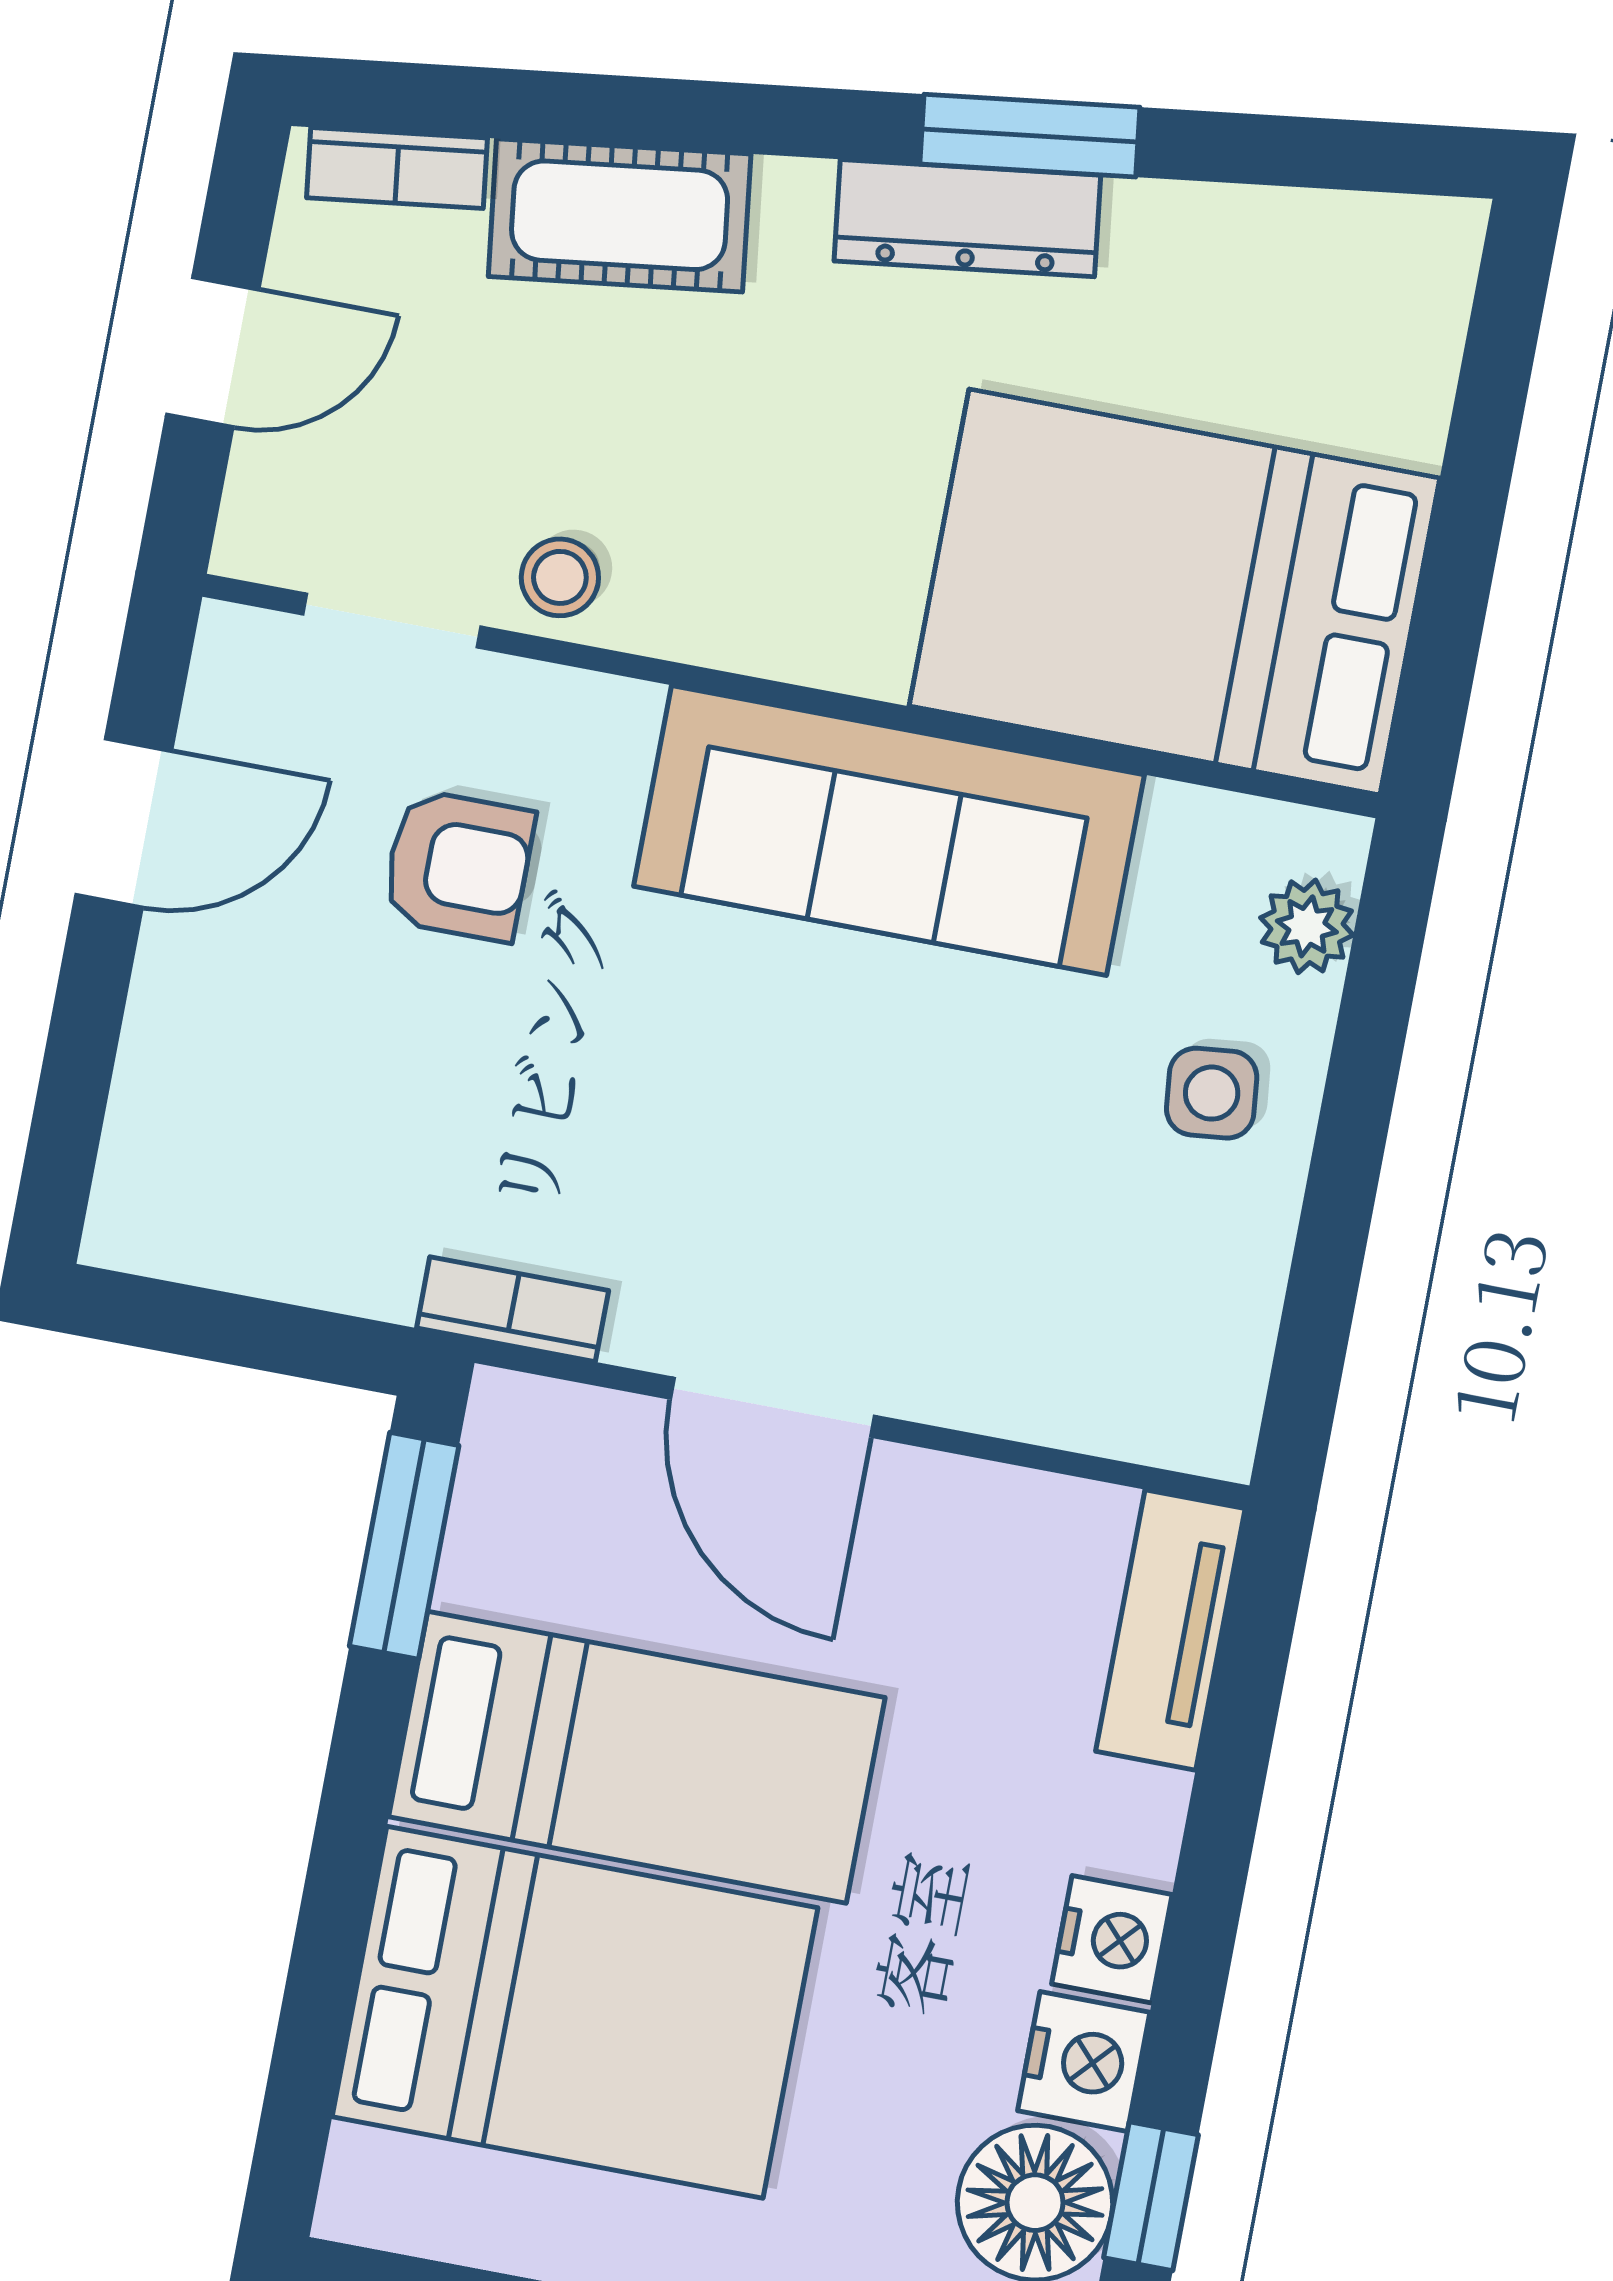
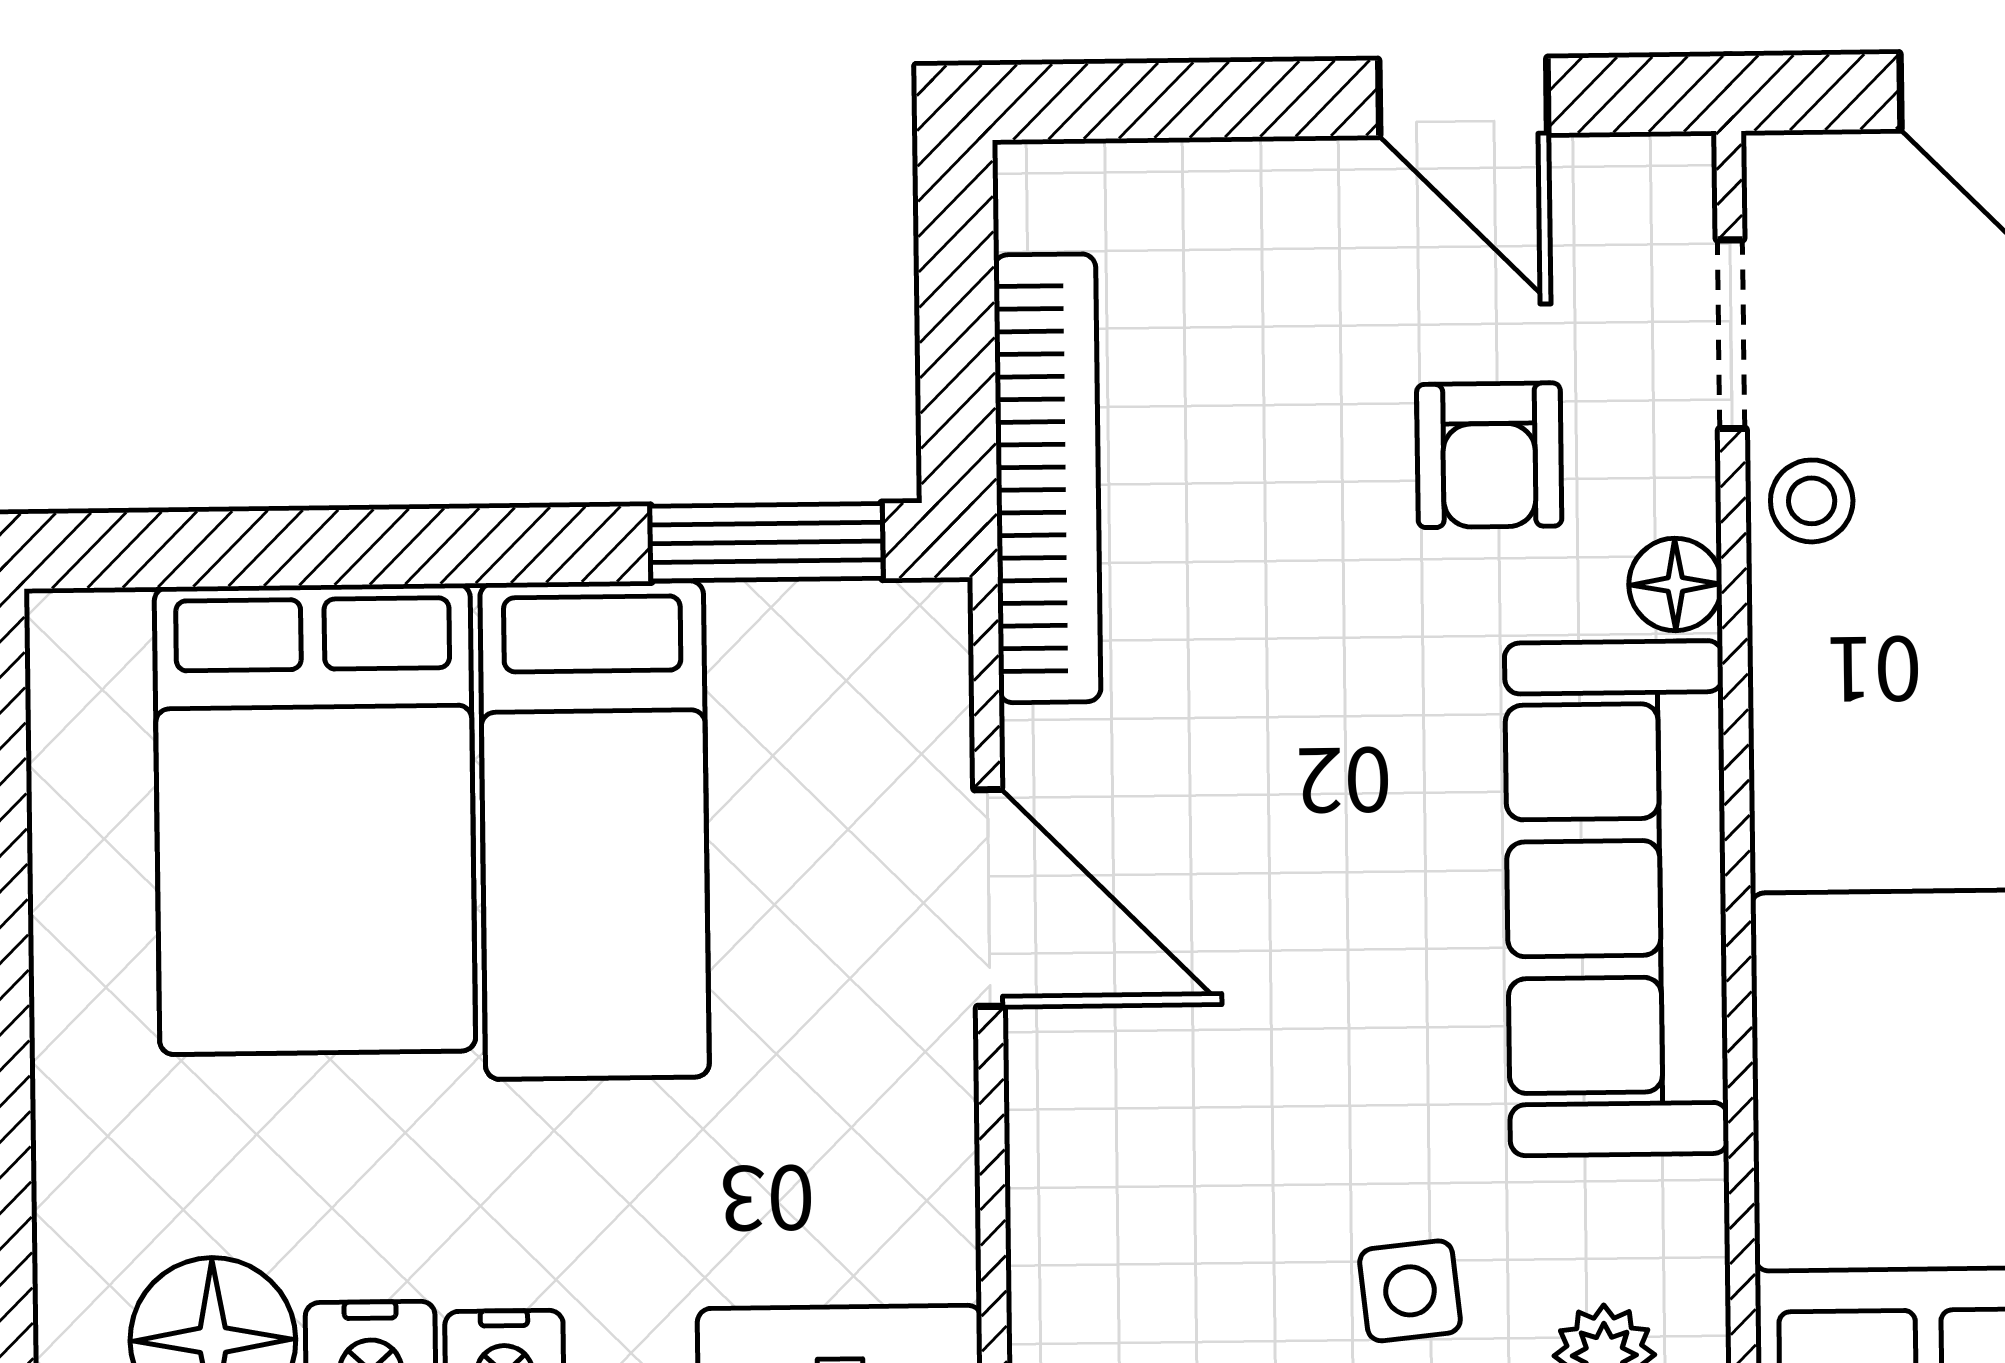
floor lamp: (611, 718) -> (1675, 584), added
bookcase: (513, 1309) -> (1047, 478), width x2.31, depth x1.31
door: (772, 1407) -> (989, 898), swing flipped

